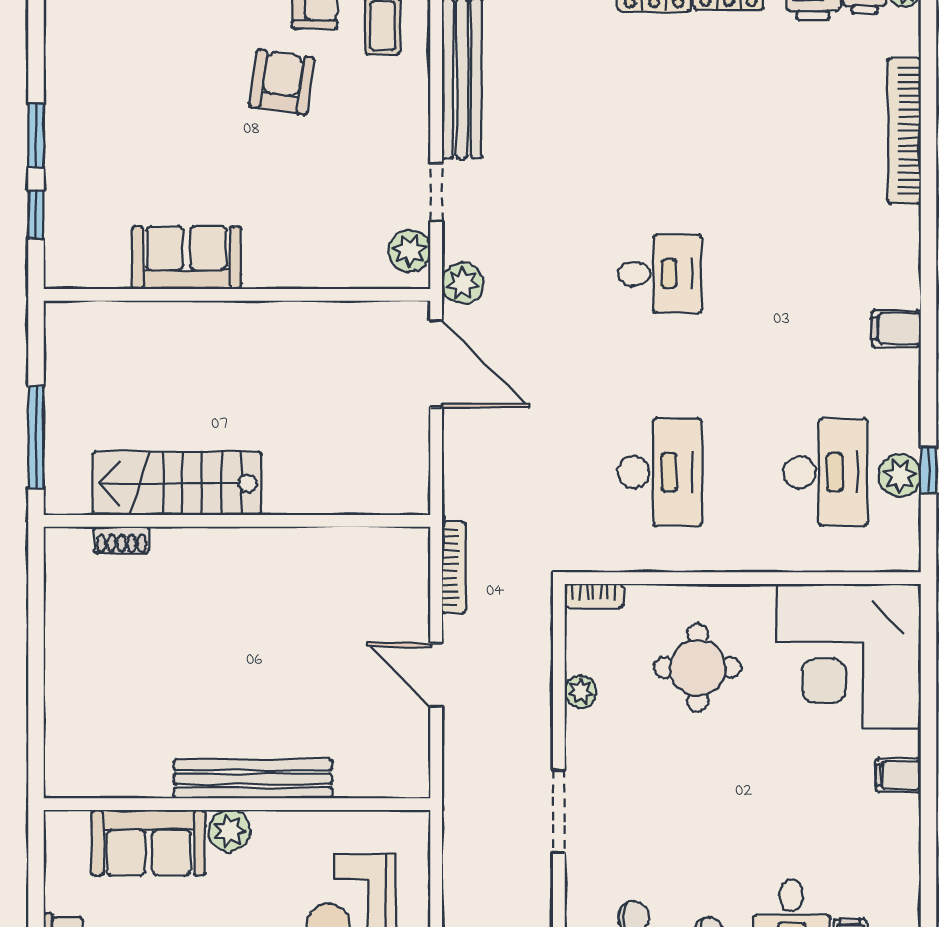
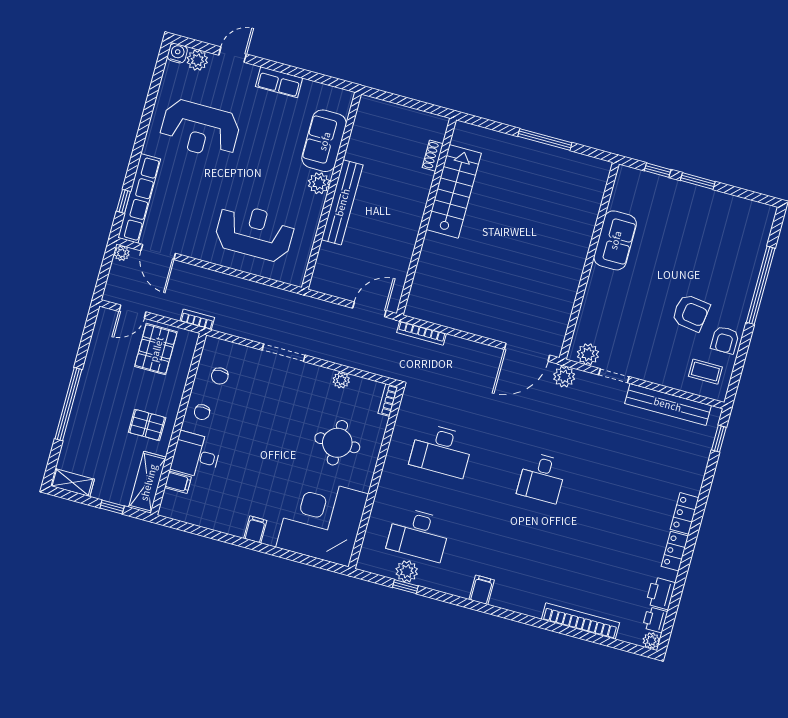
stairs: (177, 483) -> (454, 191), moved
wall: (237, 521) -> (426, 217), moved
shoe rack: (122, 540) -> (433, 156), moved

